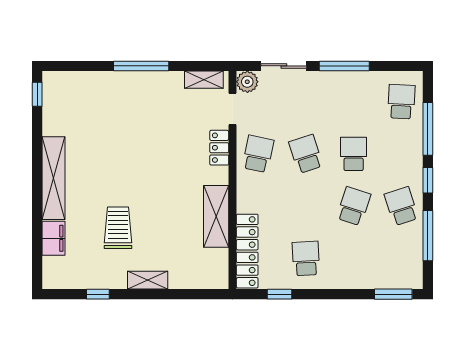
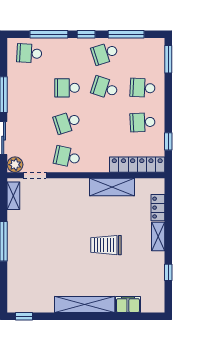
locker: (219, 148) -> (158, 208), moved, turned 90
trolley: (118, 228) -> (106, 245), moved
school desk: (354, 258) -> (143, 88), added

